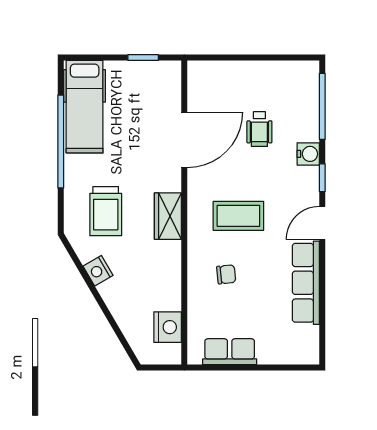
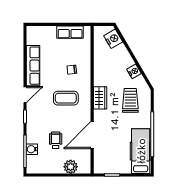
plant: (229, 75) -> (71, 167), added
water cooler: (308, 154) -> (32, 149), moved
nightstand: (168, 327) -> (113, 39), moved, turned 150

